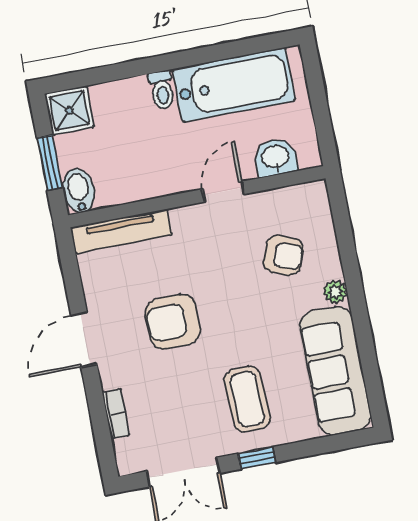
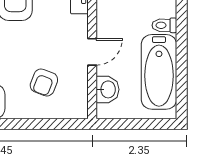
door: (223, 192) -> (92, 52), hinge flipped
plant: (335, 292) -> (14, 111), removed

